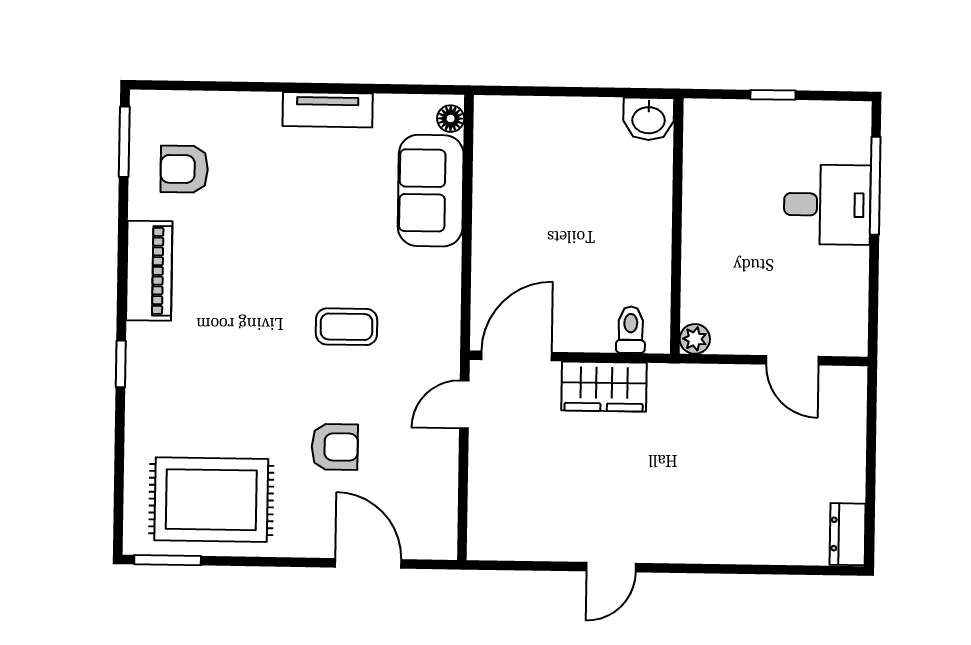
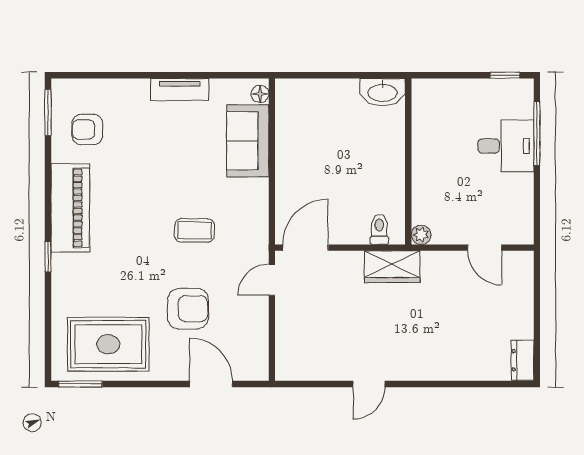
window: (773, 95) -> (505, 75), moved
washbasin: (649, 119) -> (383, 92), width x1.38
piano: (149, 271) -> (70, 208), width x1.37, depth x1.33
wardrobe: (604, 387) -> (392, 267), moved
armchair: (335, 447) -> (188, 309), width x1.38, depth x1.38

